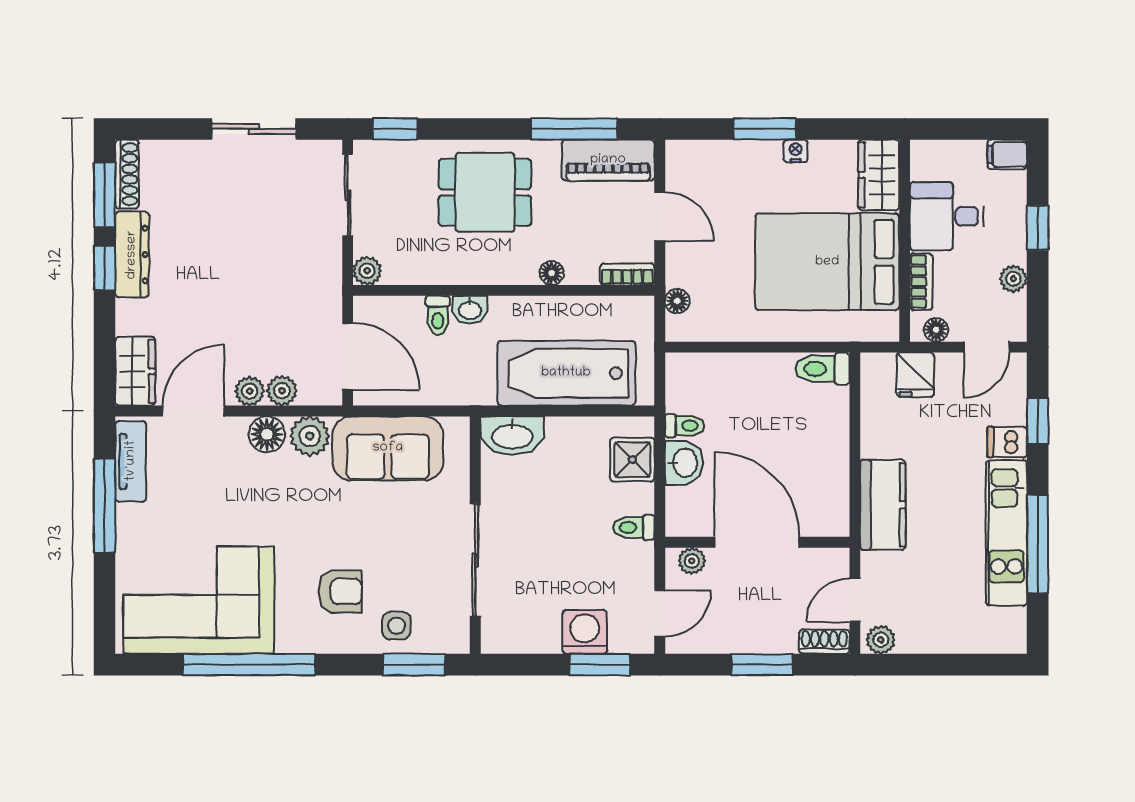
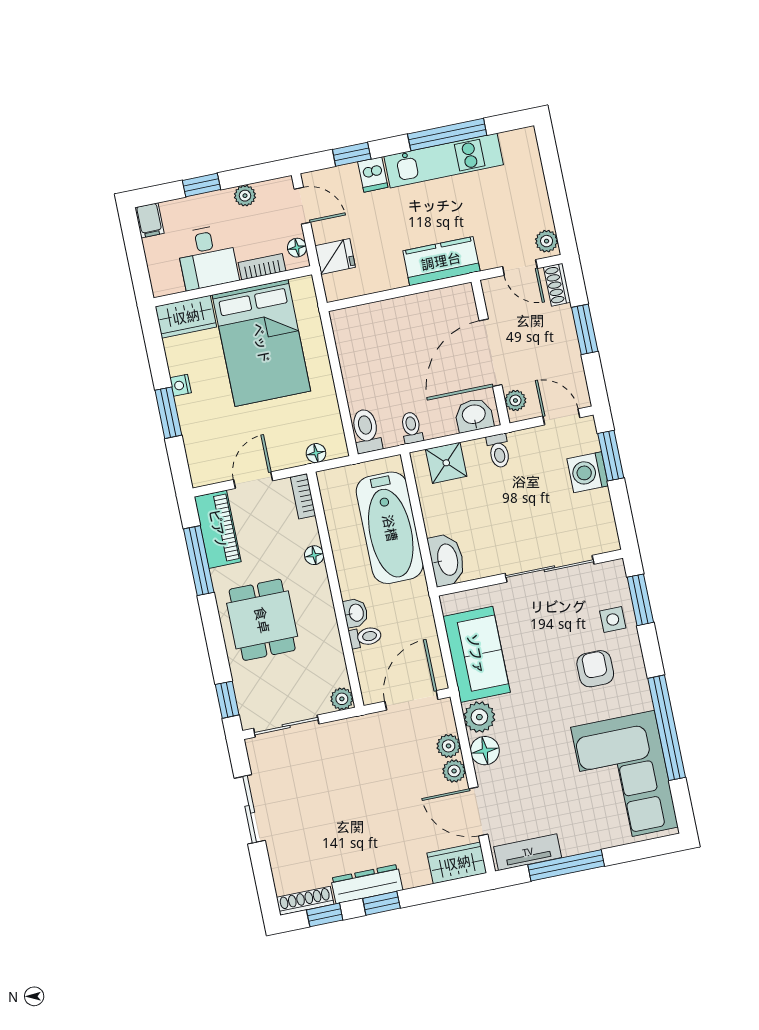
window: (105, 195) -> (325, 915), width x0.67
toilet: (823, 369) -> (366, 431), moved, turned 180
washbasin: (684, 463) -> (474, 415), moved

